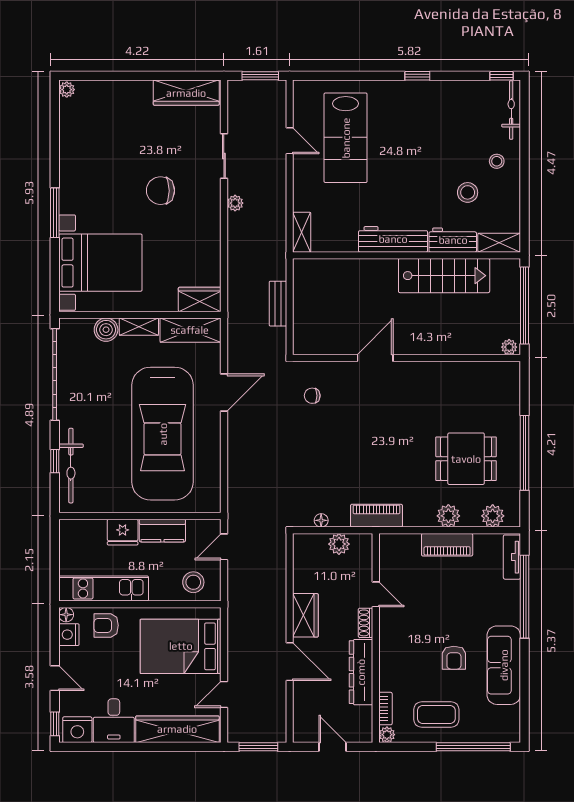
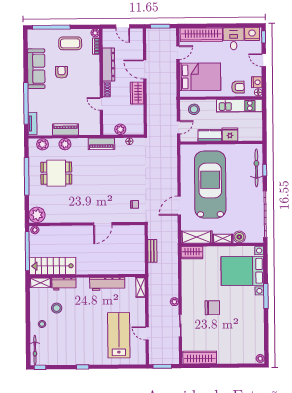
workbench: (393, 239) -> (107, 284), moved
stairs: (444, 276) -> (53, 266), moved
plant: (505, 377) -> (37, 215), added

